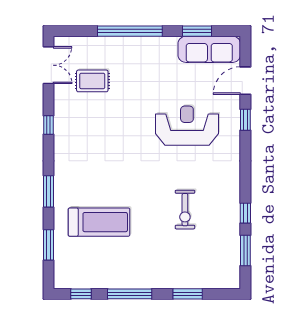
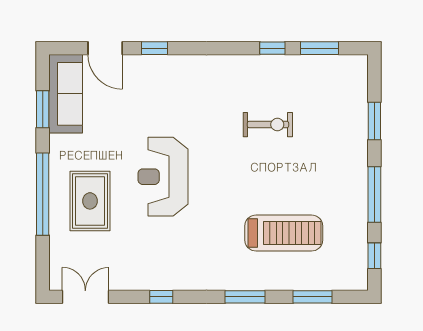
rug: (92, 81) -> (90, 201), moved, width x1.36, depth x1.43
reception desk: (187, 126) -> (163, 177), moved
treadmill: (99, 222) -> (284, 233), turned 90

